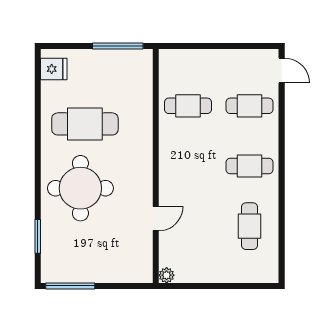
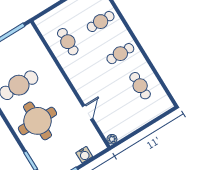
cafe table: (188, 106) -> (68, 42), turned 90
water cooler: (116, 273) -> (84, 155), added

